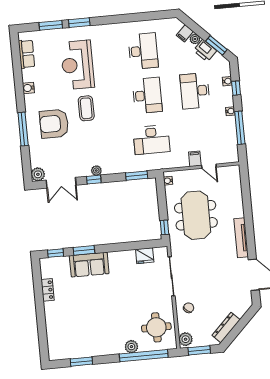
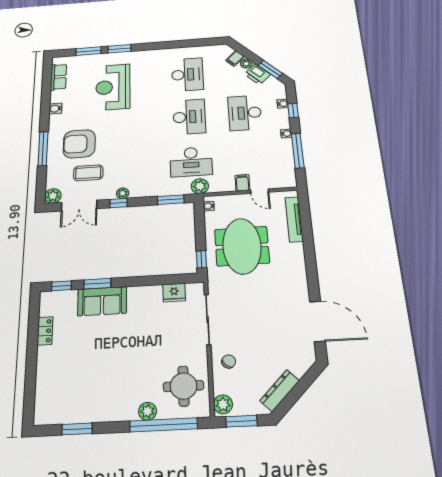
coffee table: (86, 108) -> (88, 173), moved, turned 90
plant: (160, 163) -> (200, 186), added
tv unit: (241, 238) -> (294, 219), moved

